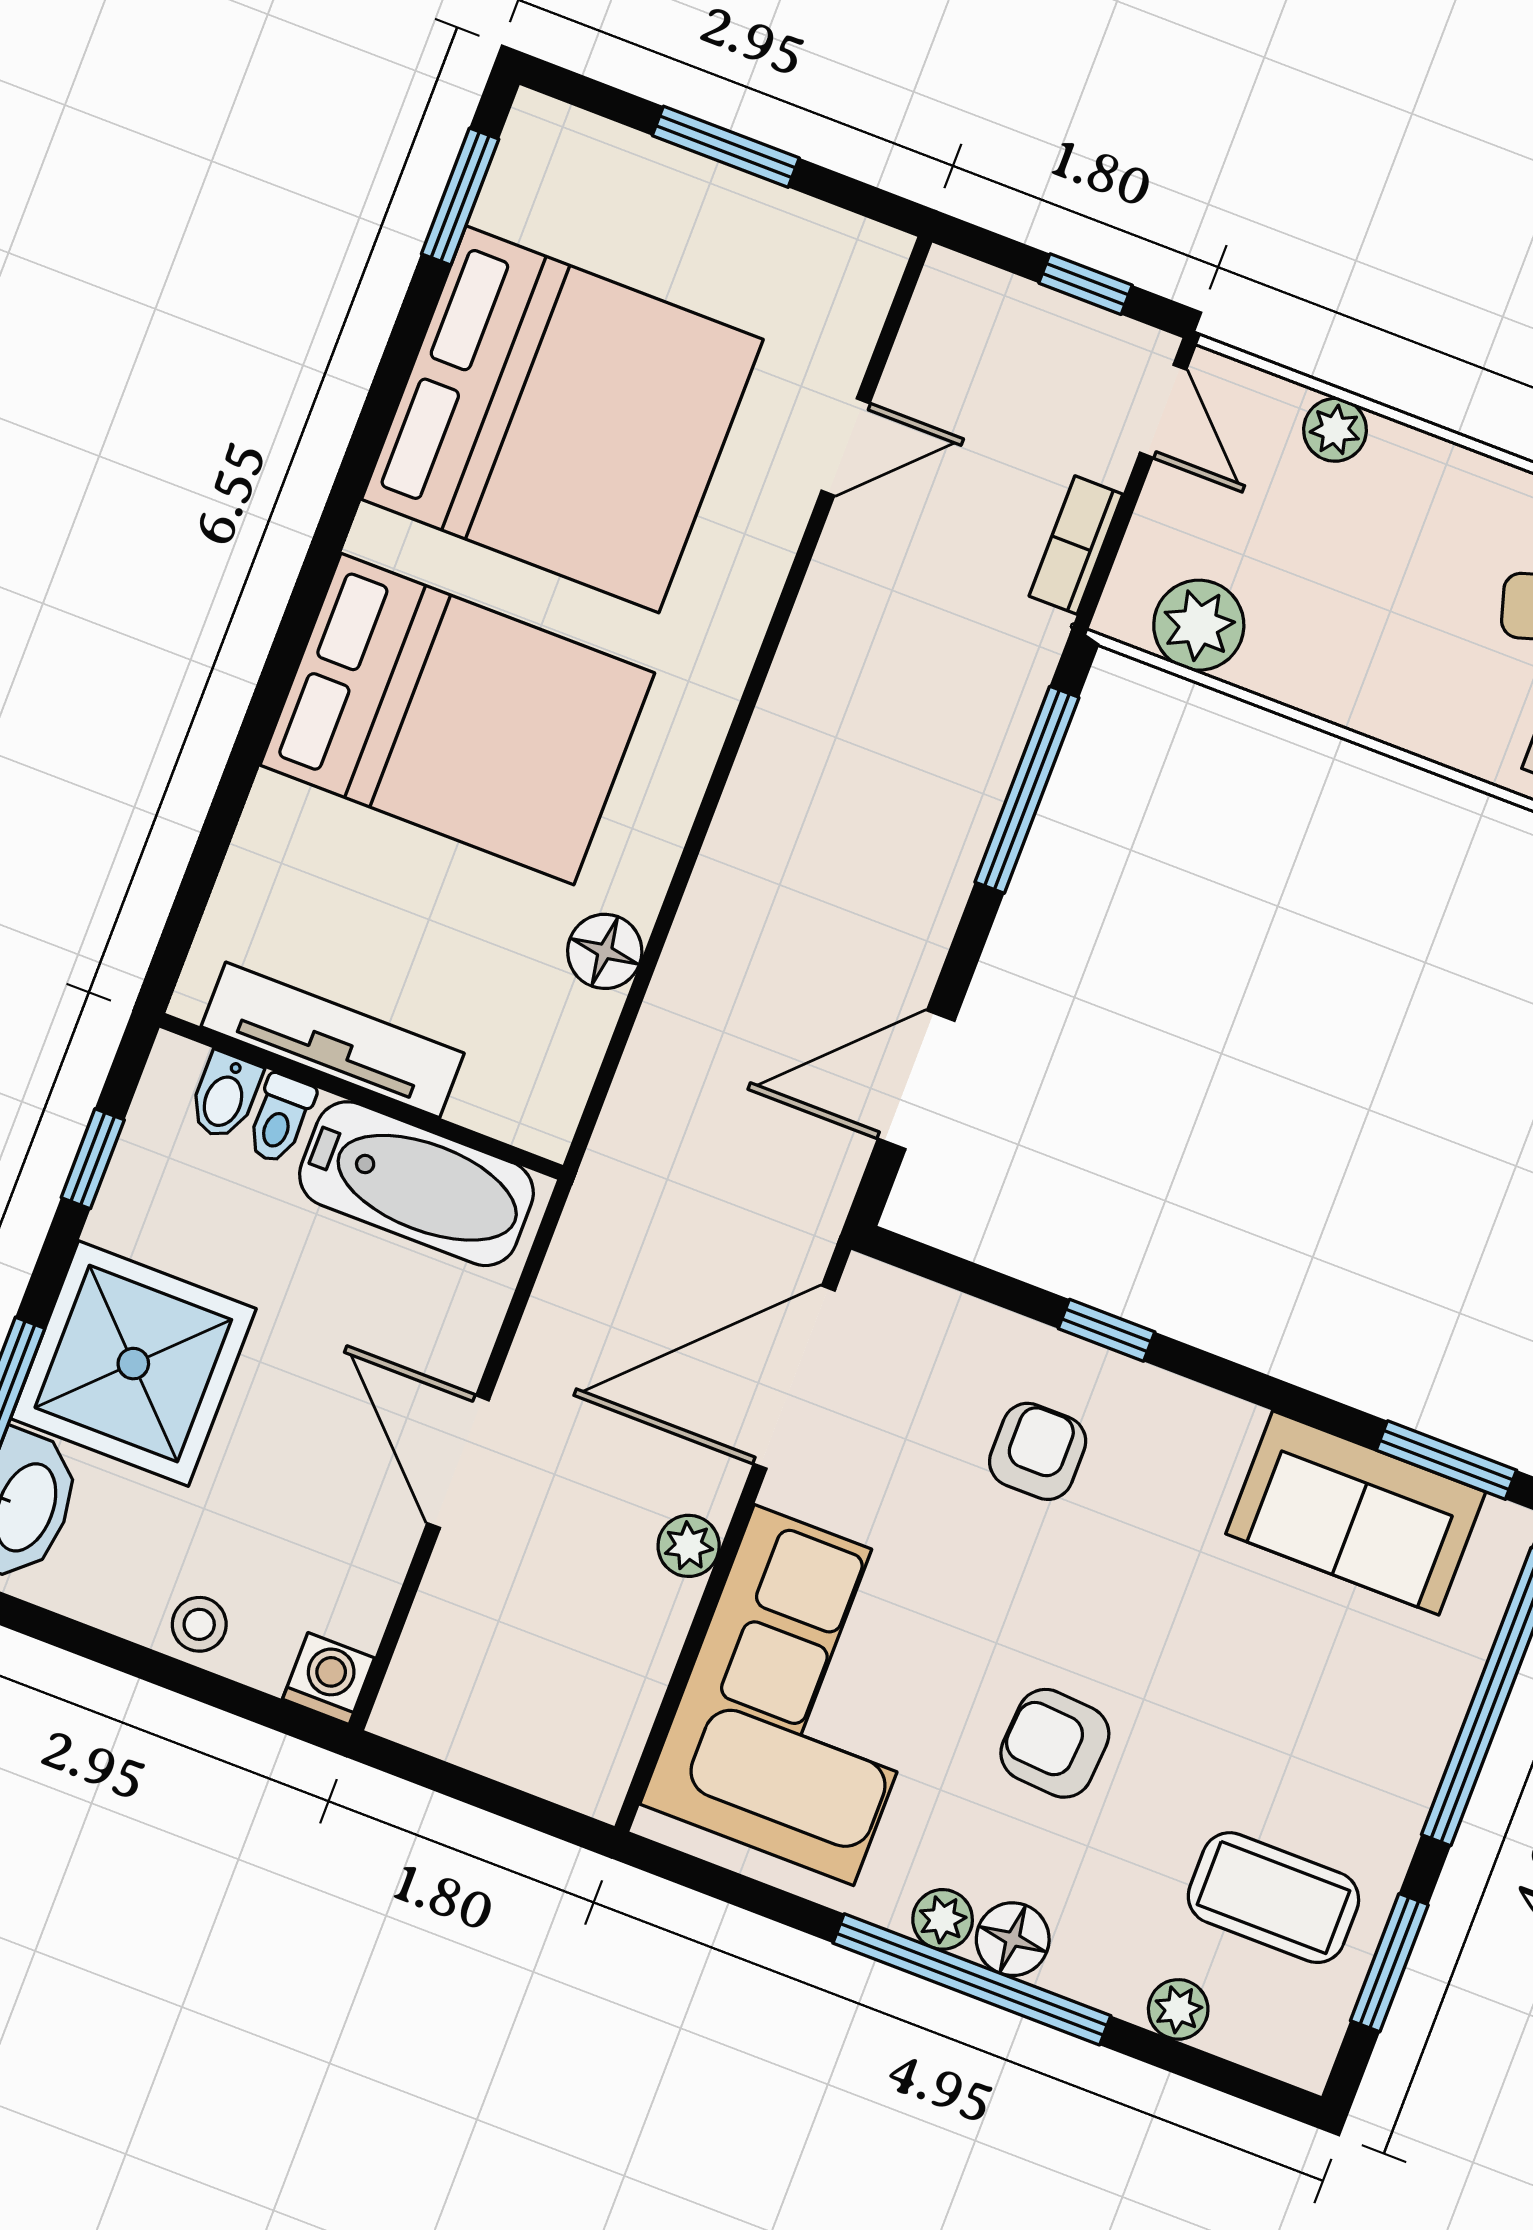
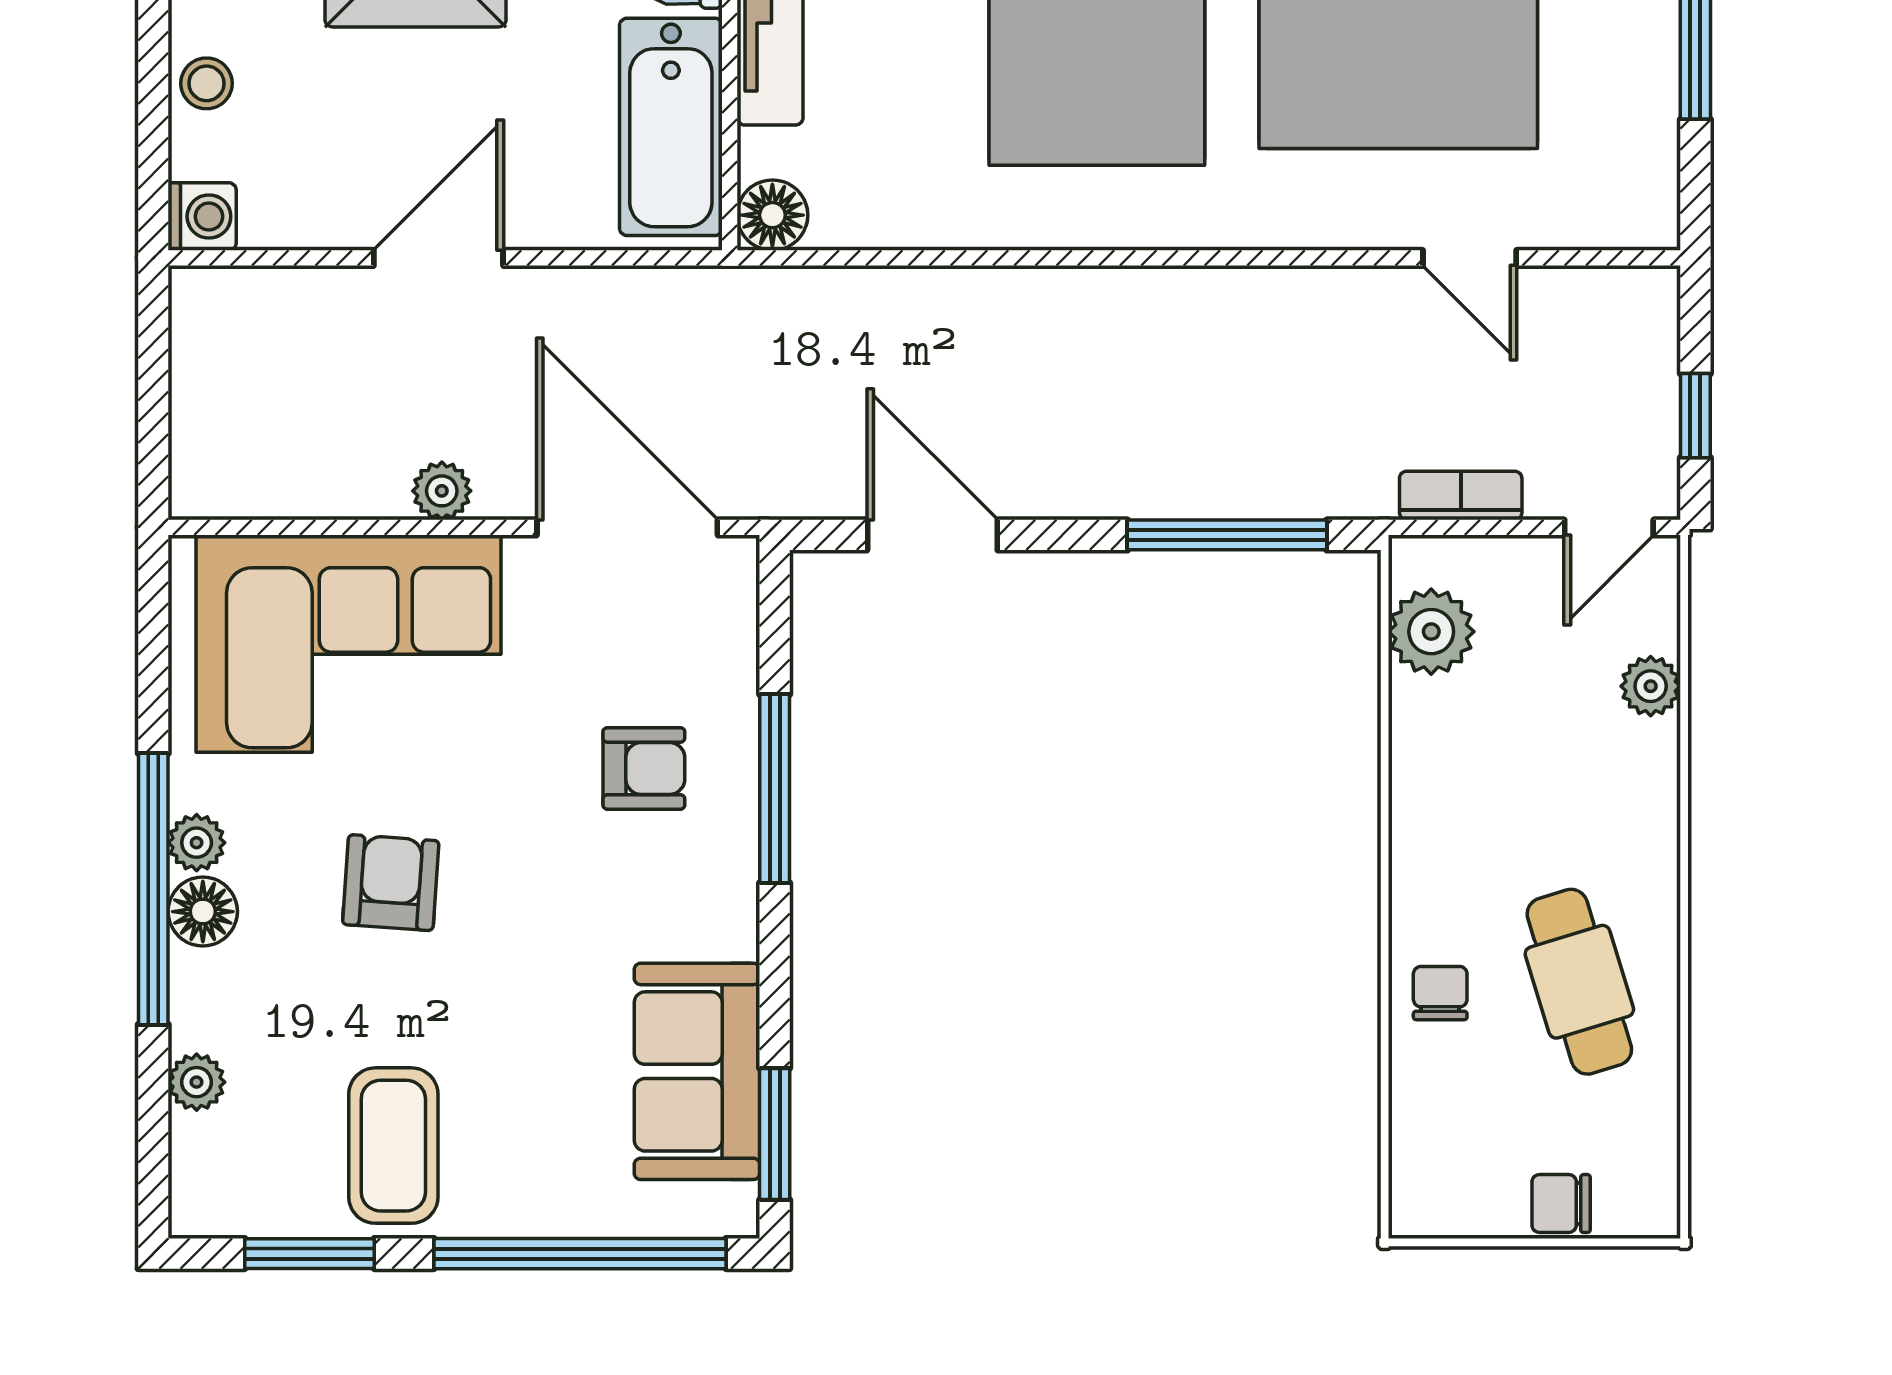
floor lamp: (605, 951) -> (772, 215), moved
window: (1107, 1330) -> (775, 789), width x2.17
coffee table: (1273, 1898) -> (393, 1146), moved

